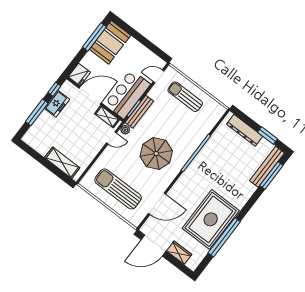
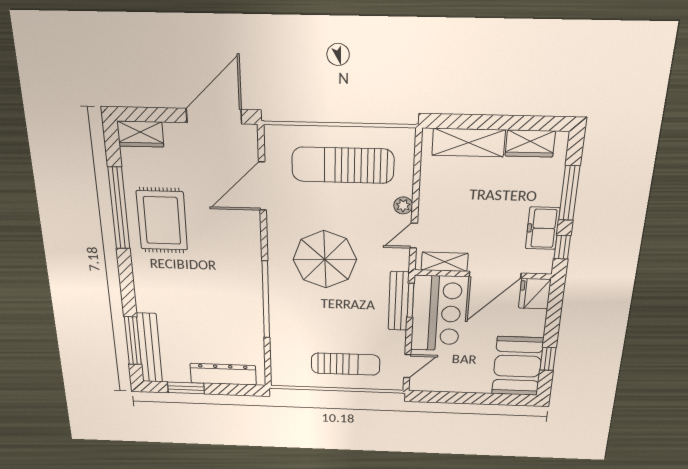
window: (94, 37) -> (548, 359), width x0.46
plant: (125, 130) -> (403, 205), moved
wardrobe: (39, 145) -> (530, 143), added
sun lounger: (118, 189) -> (343, 165), turned 180
rug: (211, 219) -> (162, 221), width x0.73, depth x0.69
wardrobe: (179, 253) -> (140, 134), moved

